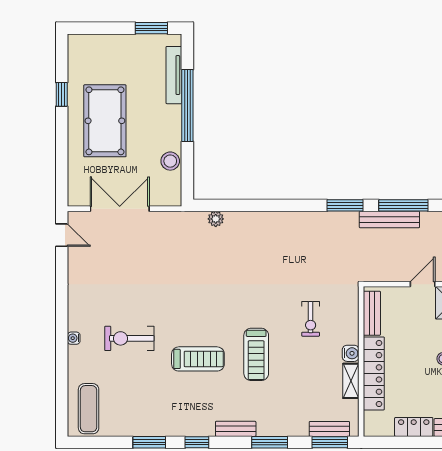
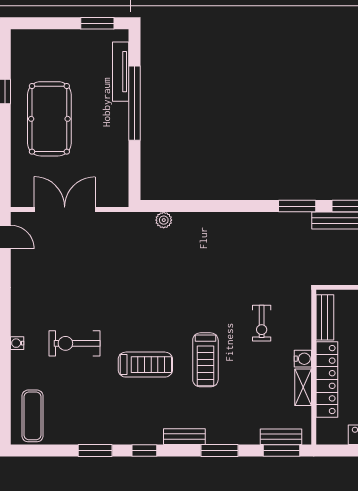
stool: (170, 161) -> (117, 160), removed

